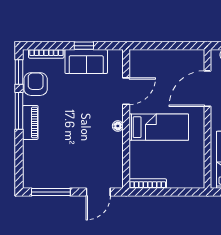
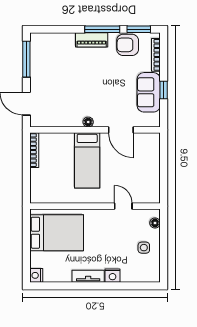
armchair: (36, 84) -> (128, 45), turned 180
door: (207, 89) -> (123, 206), width x0.53

